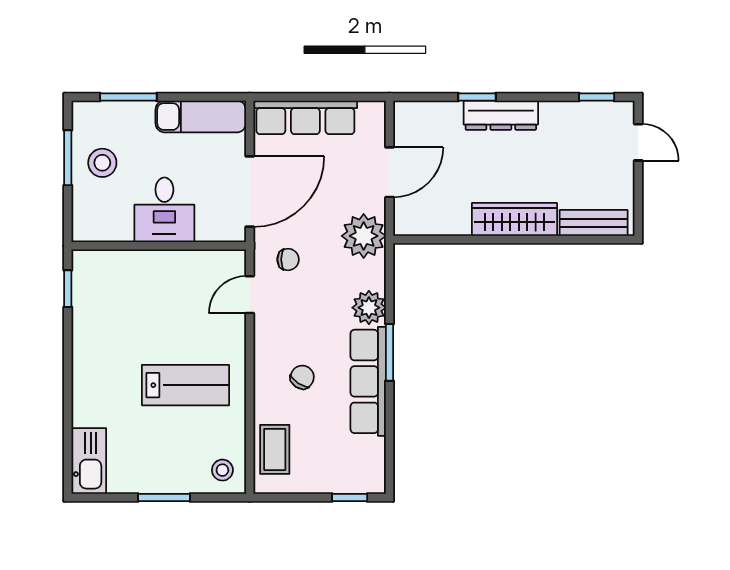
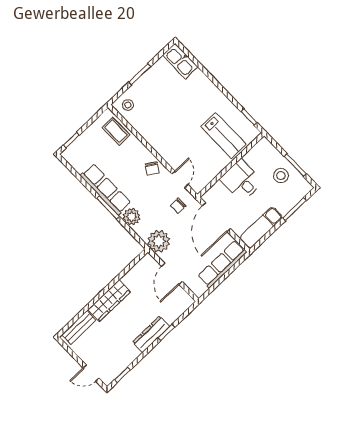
chair: (302, 377) -> (152, 168), moved
lab bench: (185, 385) -> (223, 135), moved, turned -90

